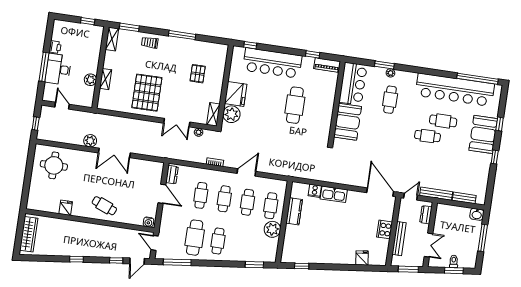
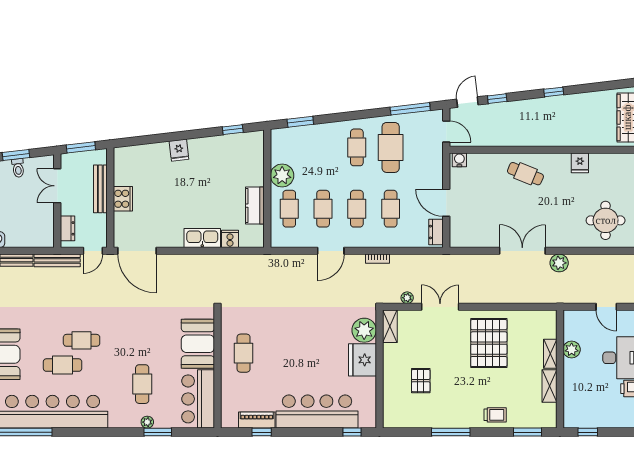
shelving: (112, 39) -> (549, 386), moved
piano: (327, 65) -> (257, 420), moved
cafe table: (295, 105) -> (244, 353), moved, width x0.73, depth x0.74
fridge: (362, 258) -> (179, 150), moved

